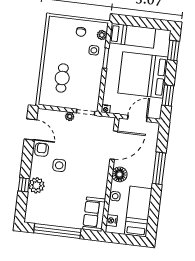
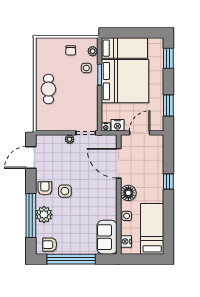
bed: (143, 75) -> (125, 81), moved, turned 180
cafe table: (62, 78) -> (48, 89), moved
nightstand: (117, 109) -> (117, 125), added
door: (31, 129) -> (31, 158), swing flipped
door: (114, 145) -> (119, 163), swing flipped
armchair: (42, 150) -> (45, 188), moved
window: (159, 168) -> (168, 182), width x0.46
window: (24, 185) -> (31, 216), width x3.17
armchair: (38, 215) -> (50, 245), added

